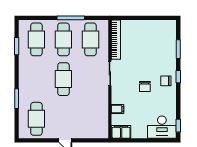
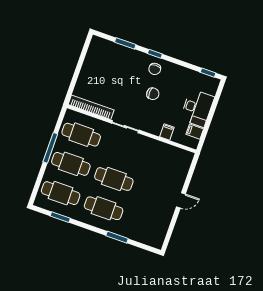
cafe table: (36, 119) -> (104, 208), moved
desk: (162, 127) -> (197, 108), moved
filing cabinet: (121, 132) -> (195, 132), width x0.50

